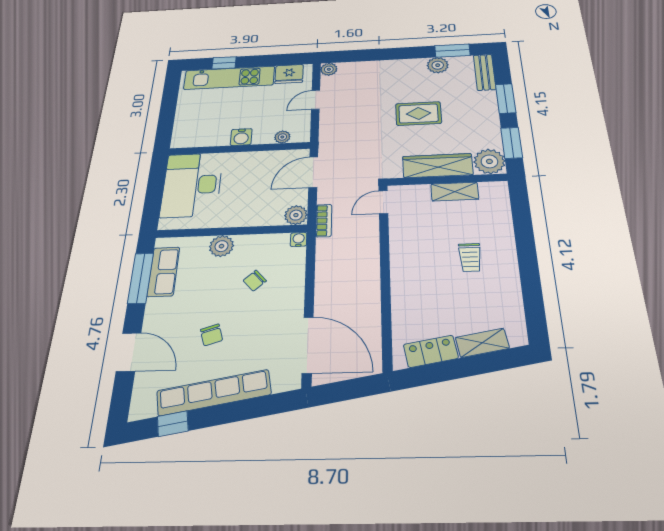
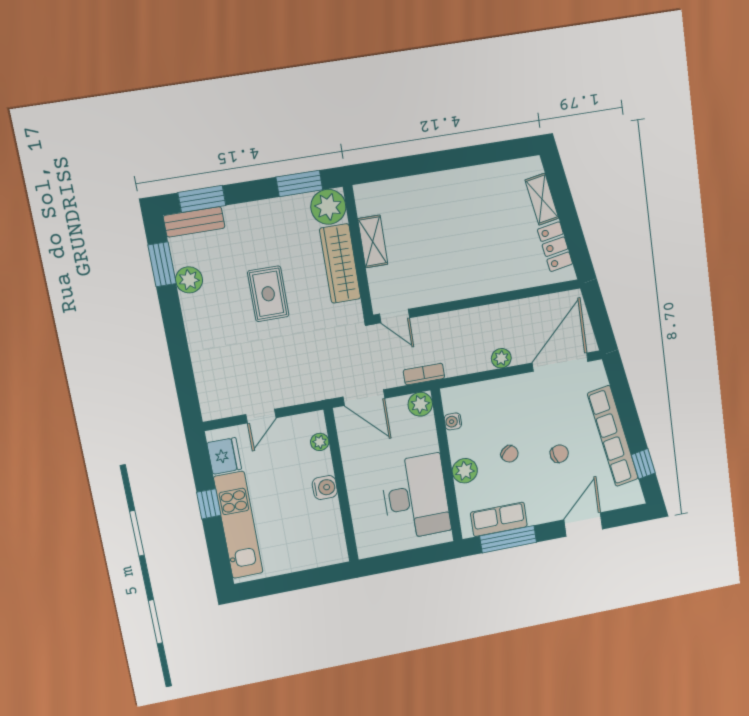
window: (224, 63) -> (209, 504), moved
plant: (329, 69) -> (501, 358), moved
window: (506, 98) -> (202, 199), moved
door: (316, 100) -> (261, 416), hinge flipped
desk: (192, 185) -> (416, 497), moved, turned -90
water cooler: (299, 239) -> (453, 421), moved
trolley: (470, 257) -> (452, 218), removed
chair: (255, 281) -> (510, 454), moved

